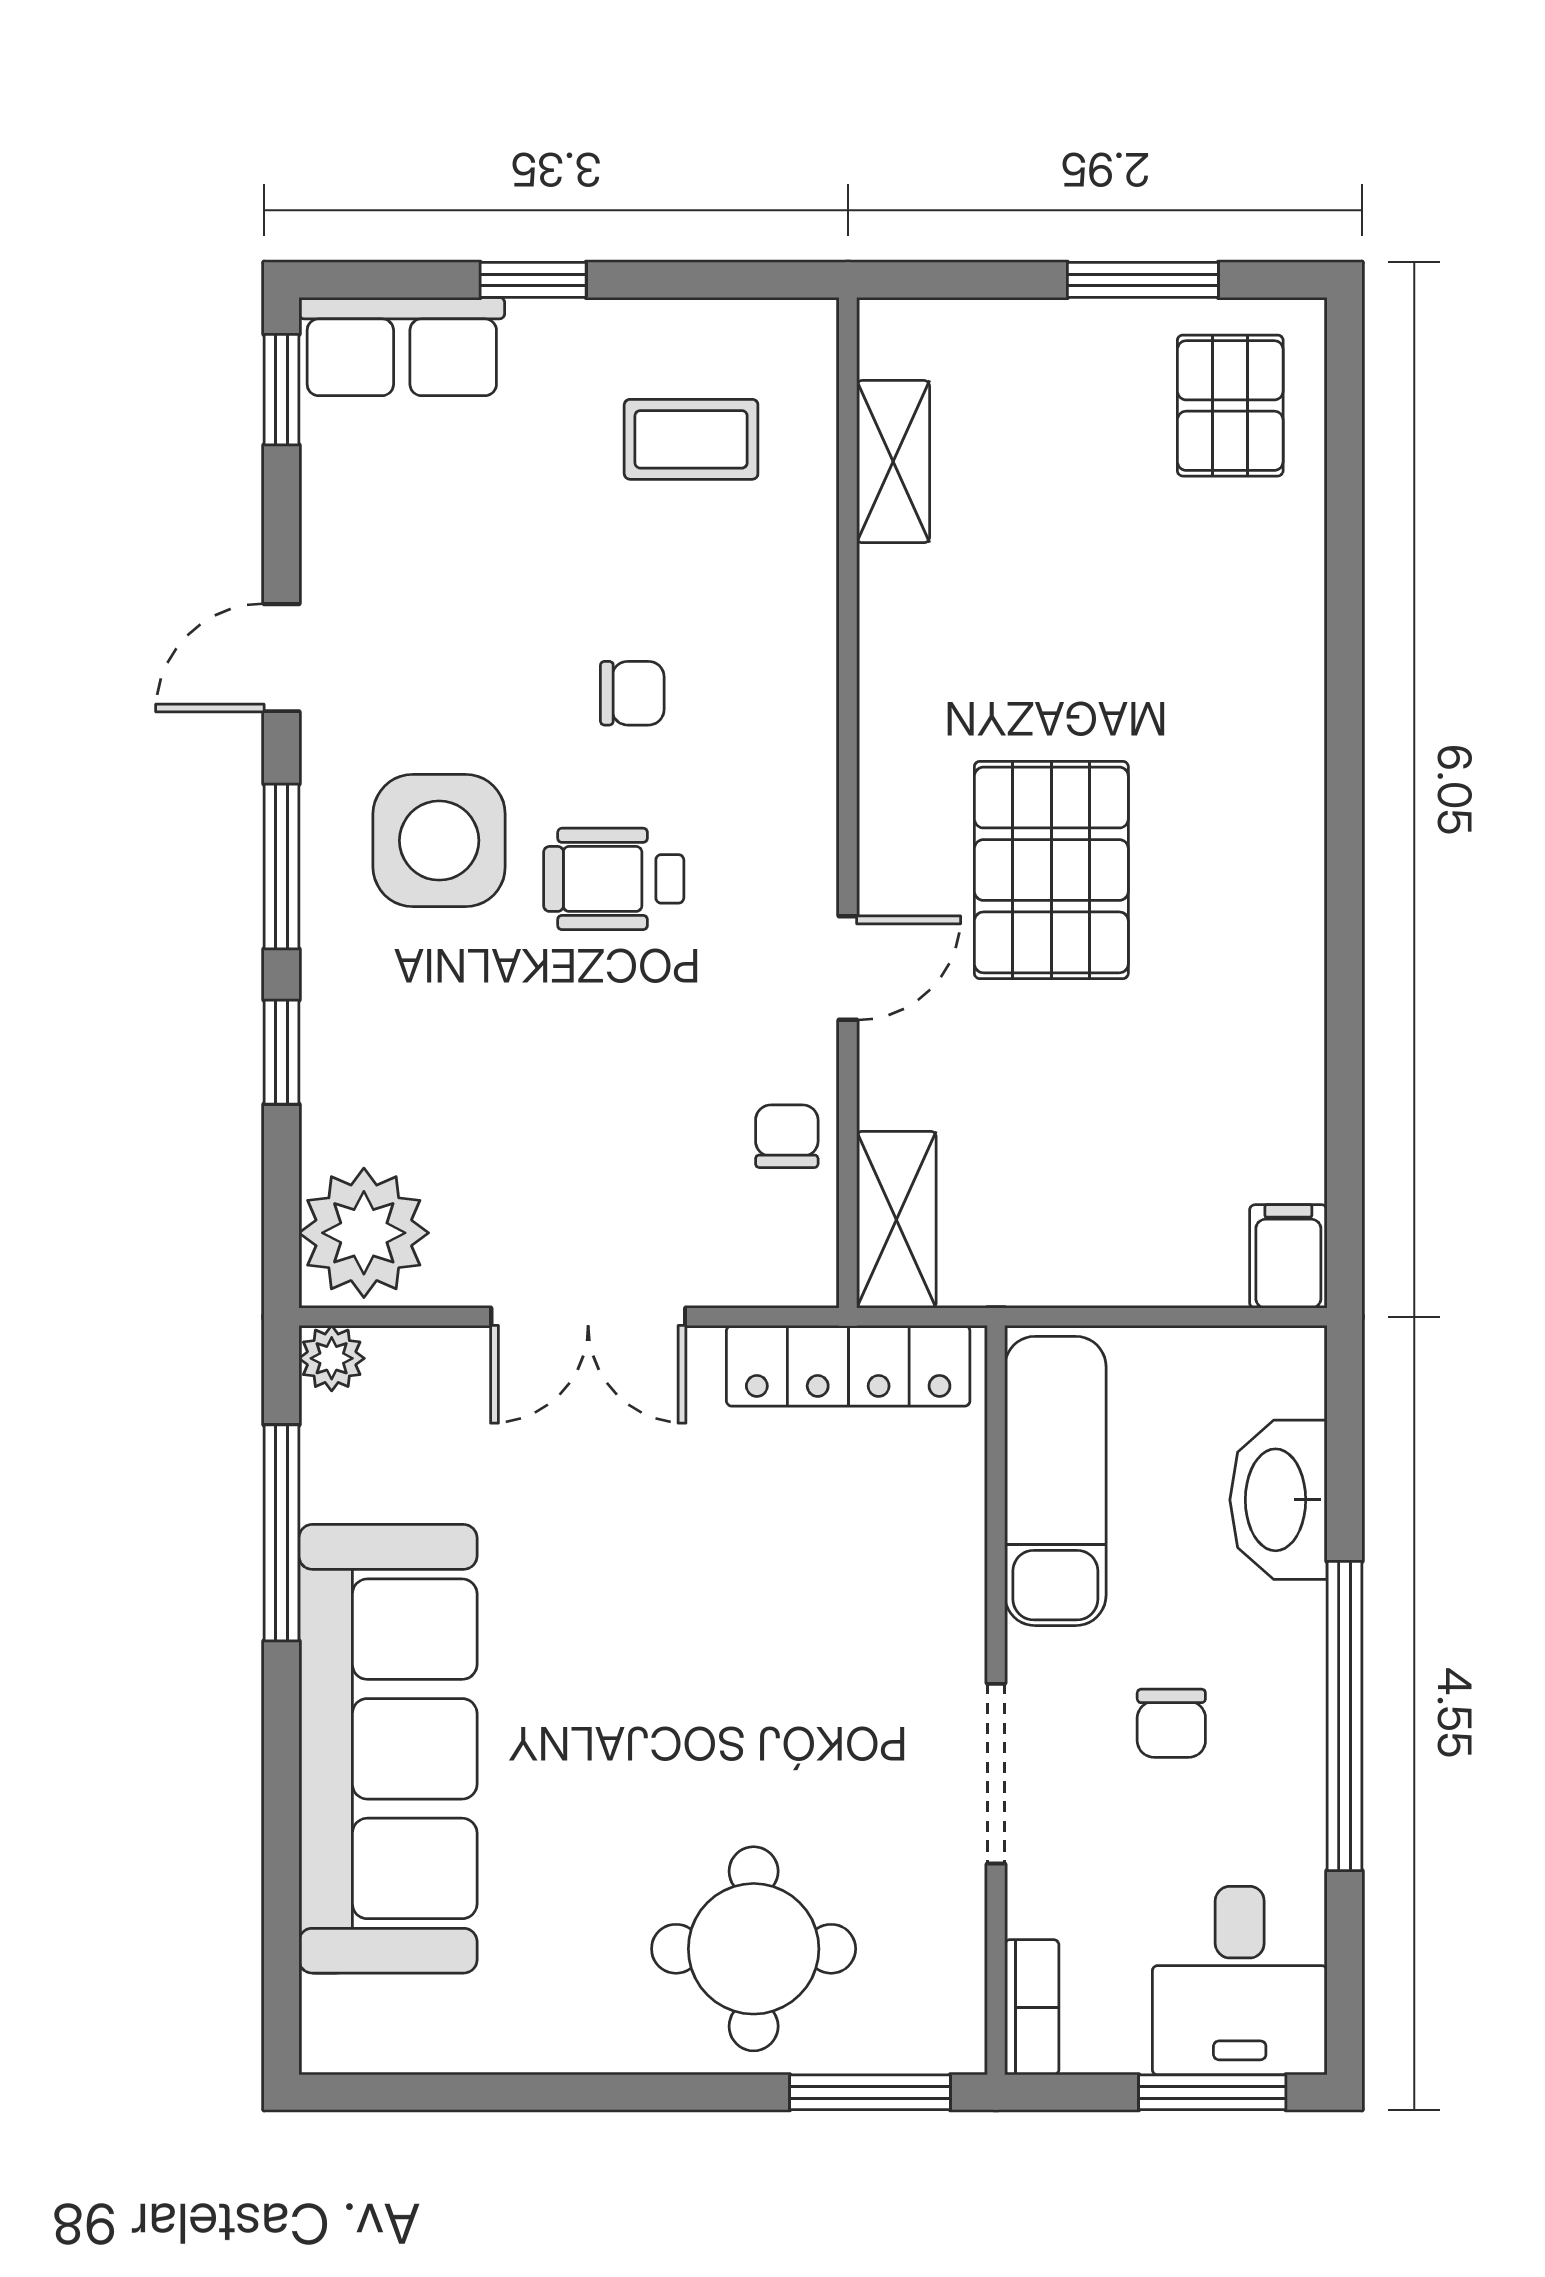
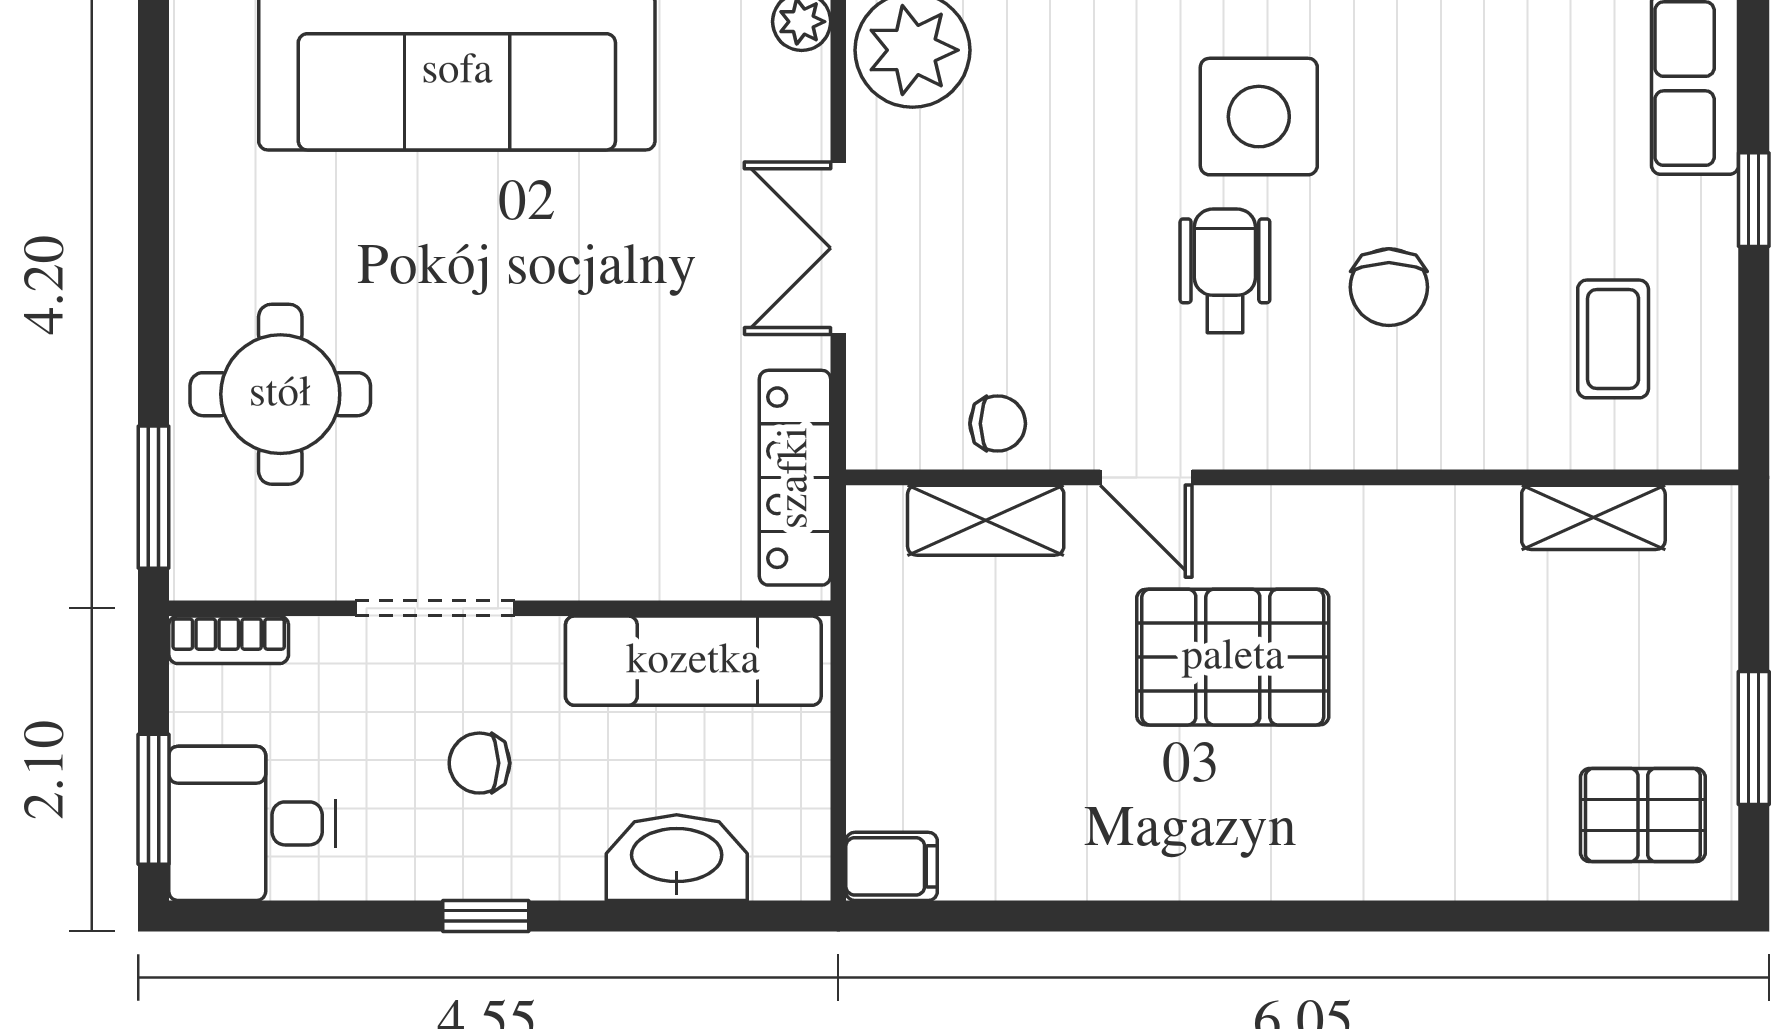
chair: (632, 693) -> (1389, 287), width x1.37, depth x1.37
shelving: (896, 1220) -> (986, 520), moved
window: (1345, 1716) -> (486, 916), width x0.32

